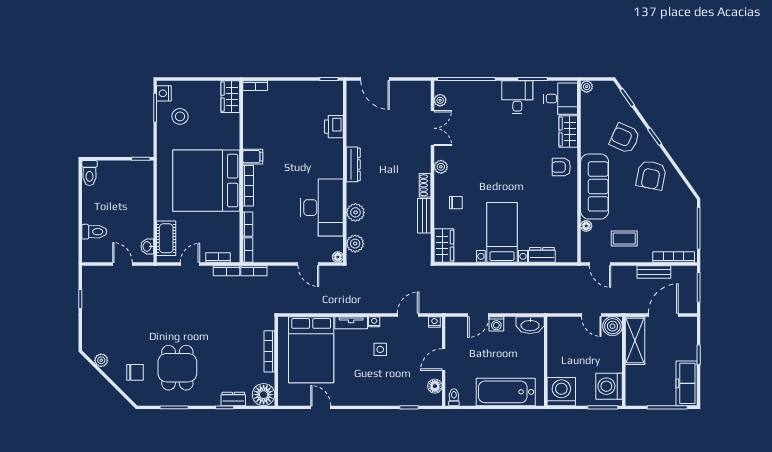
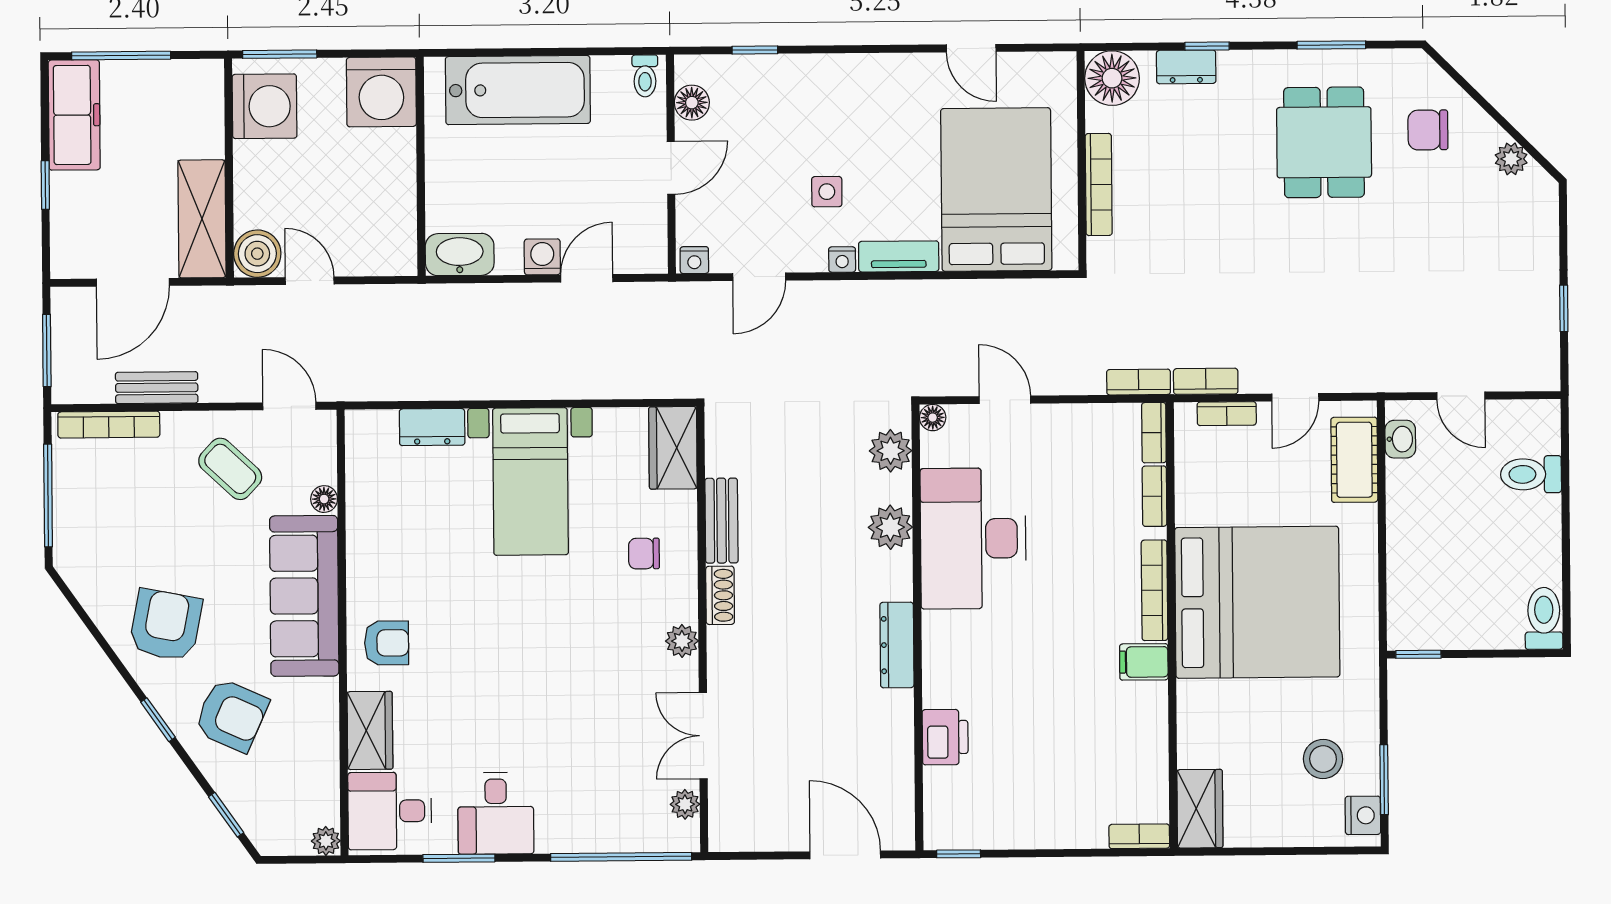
coffee table: (624, 239) -> (230, 469), turned 43

